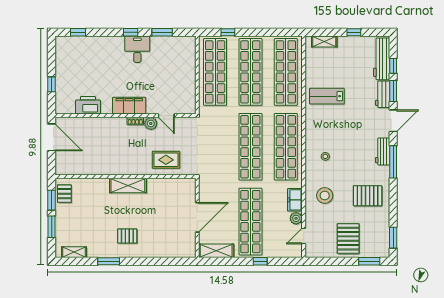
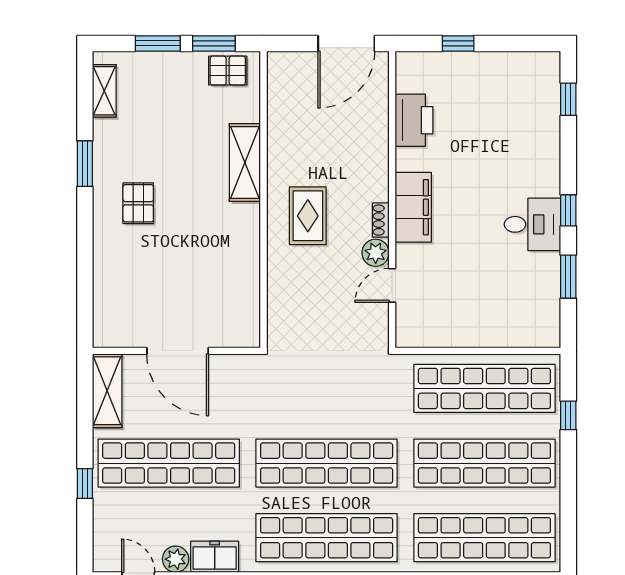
rug: (166, 160) -> (308, 216), moved
shelving: (128, 185) -> (245, 162), moved

